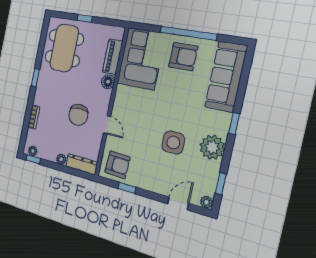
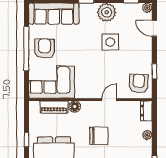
chair: (78, 115) -> (99, 136), moved
dresser: (82, 164) -> (146, 111), width x0.70

